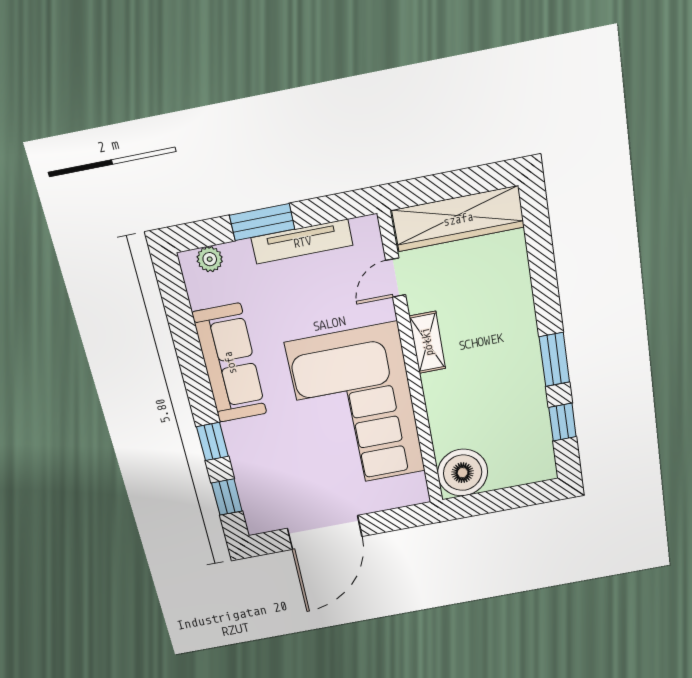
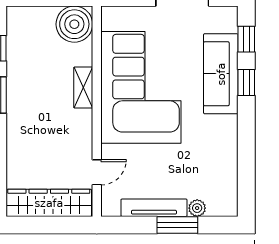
plant: (210, 259) -> (197, 208), moved
shelving: (427, 342) -> (83, 88), moved
sofa: (230, 363) -> (221, 74), moved

